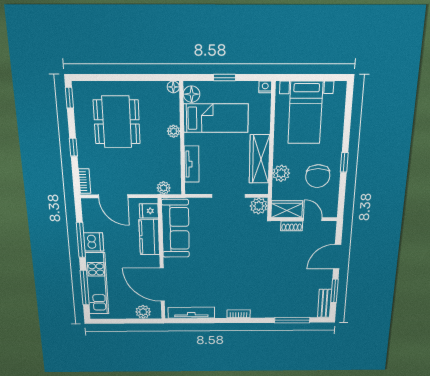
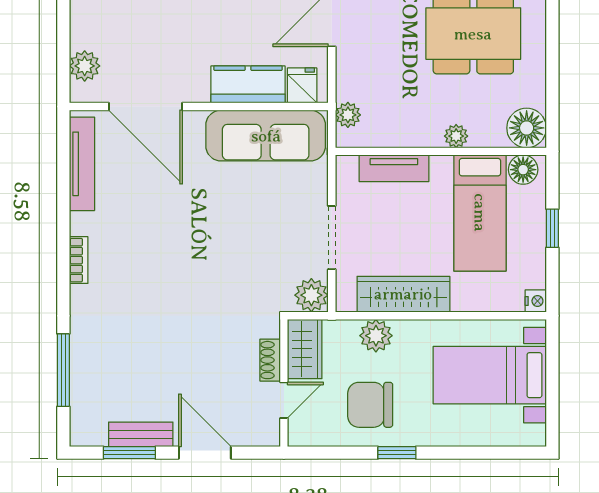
floor lamp: (173, 87) -> (527, 128), width x1.89, depth x1.89
door: (162, 285) -> (146, 107), swing flipped
bench: (325, 303) -> (141, 434), moved

